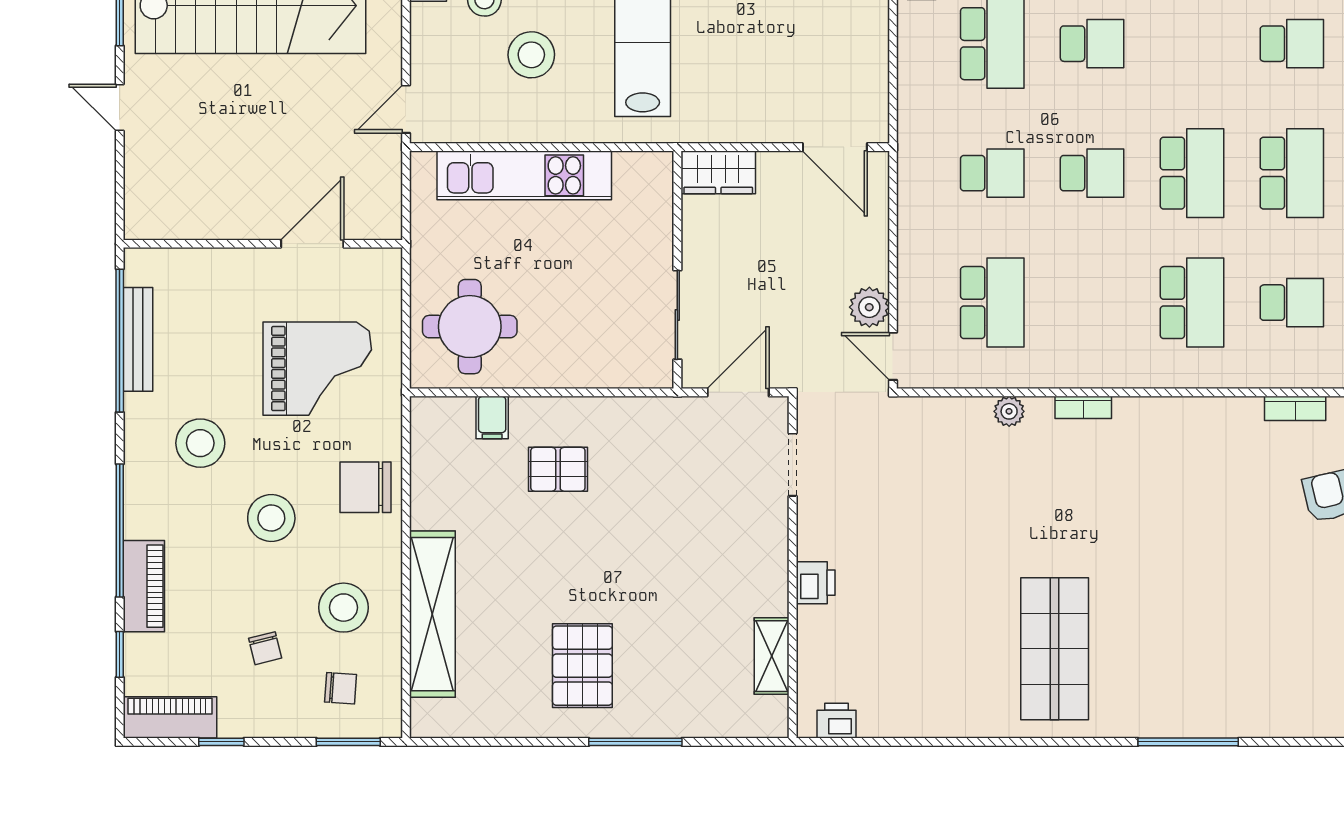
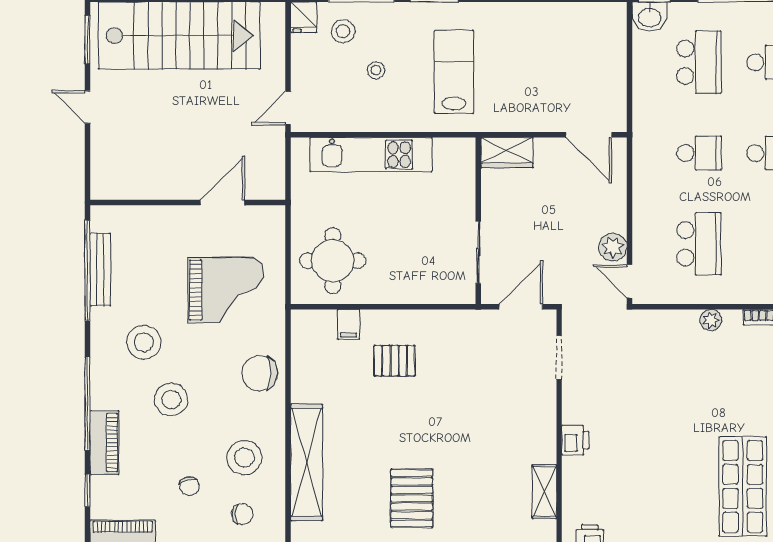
stool: (531, 55) -> (376, 70), width x0.53, depth x0.53
stool: (271, 518) -> (171, 399), moved

